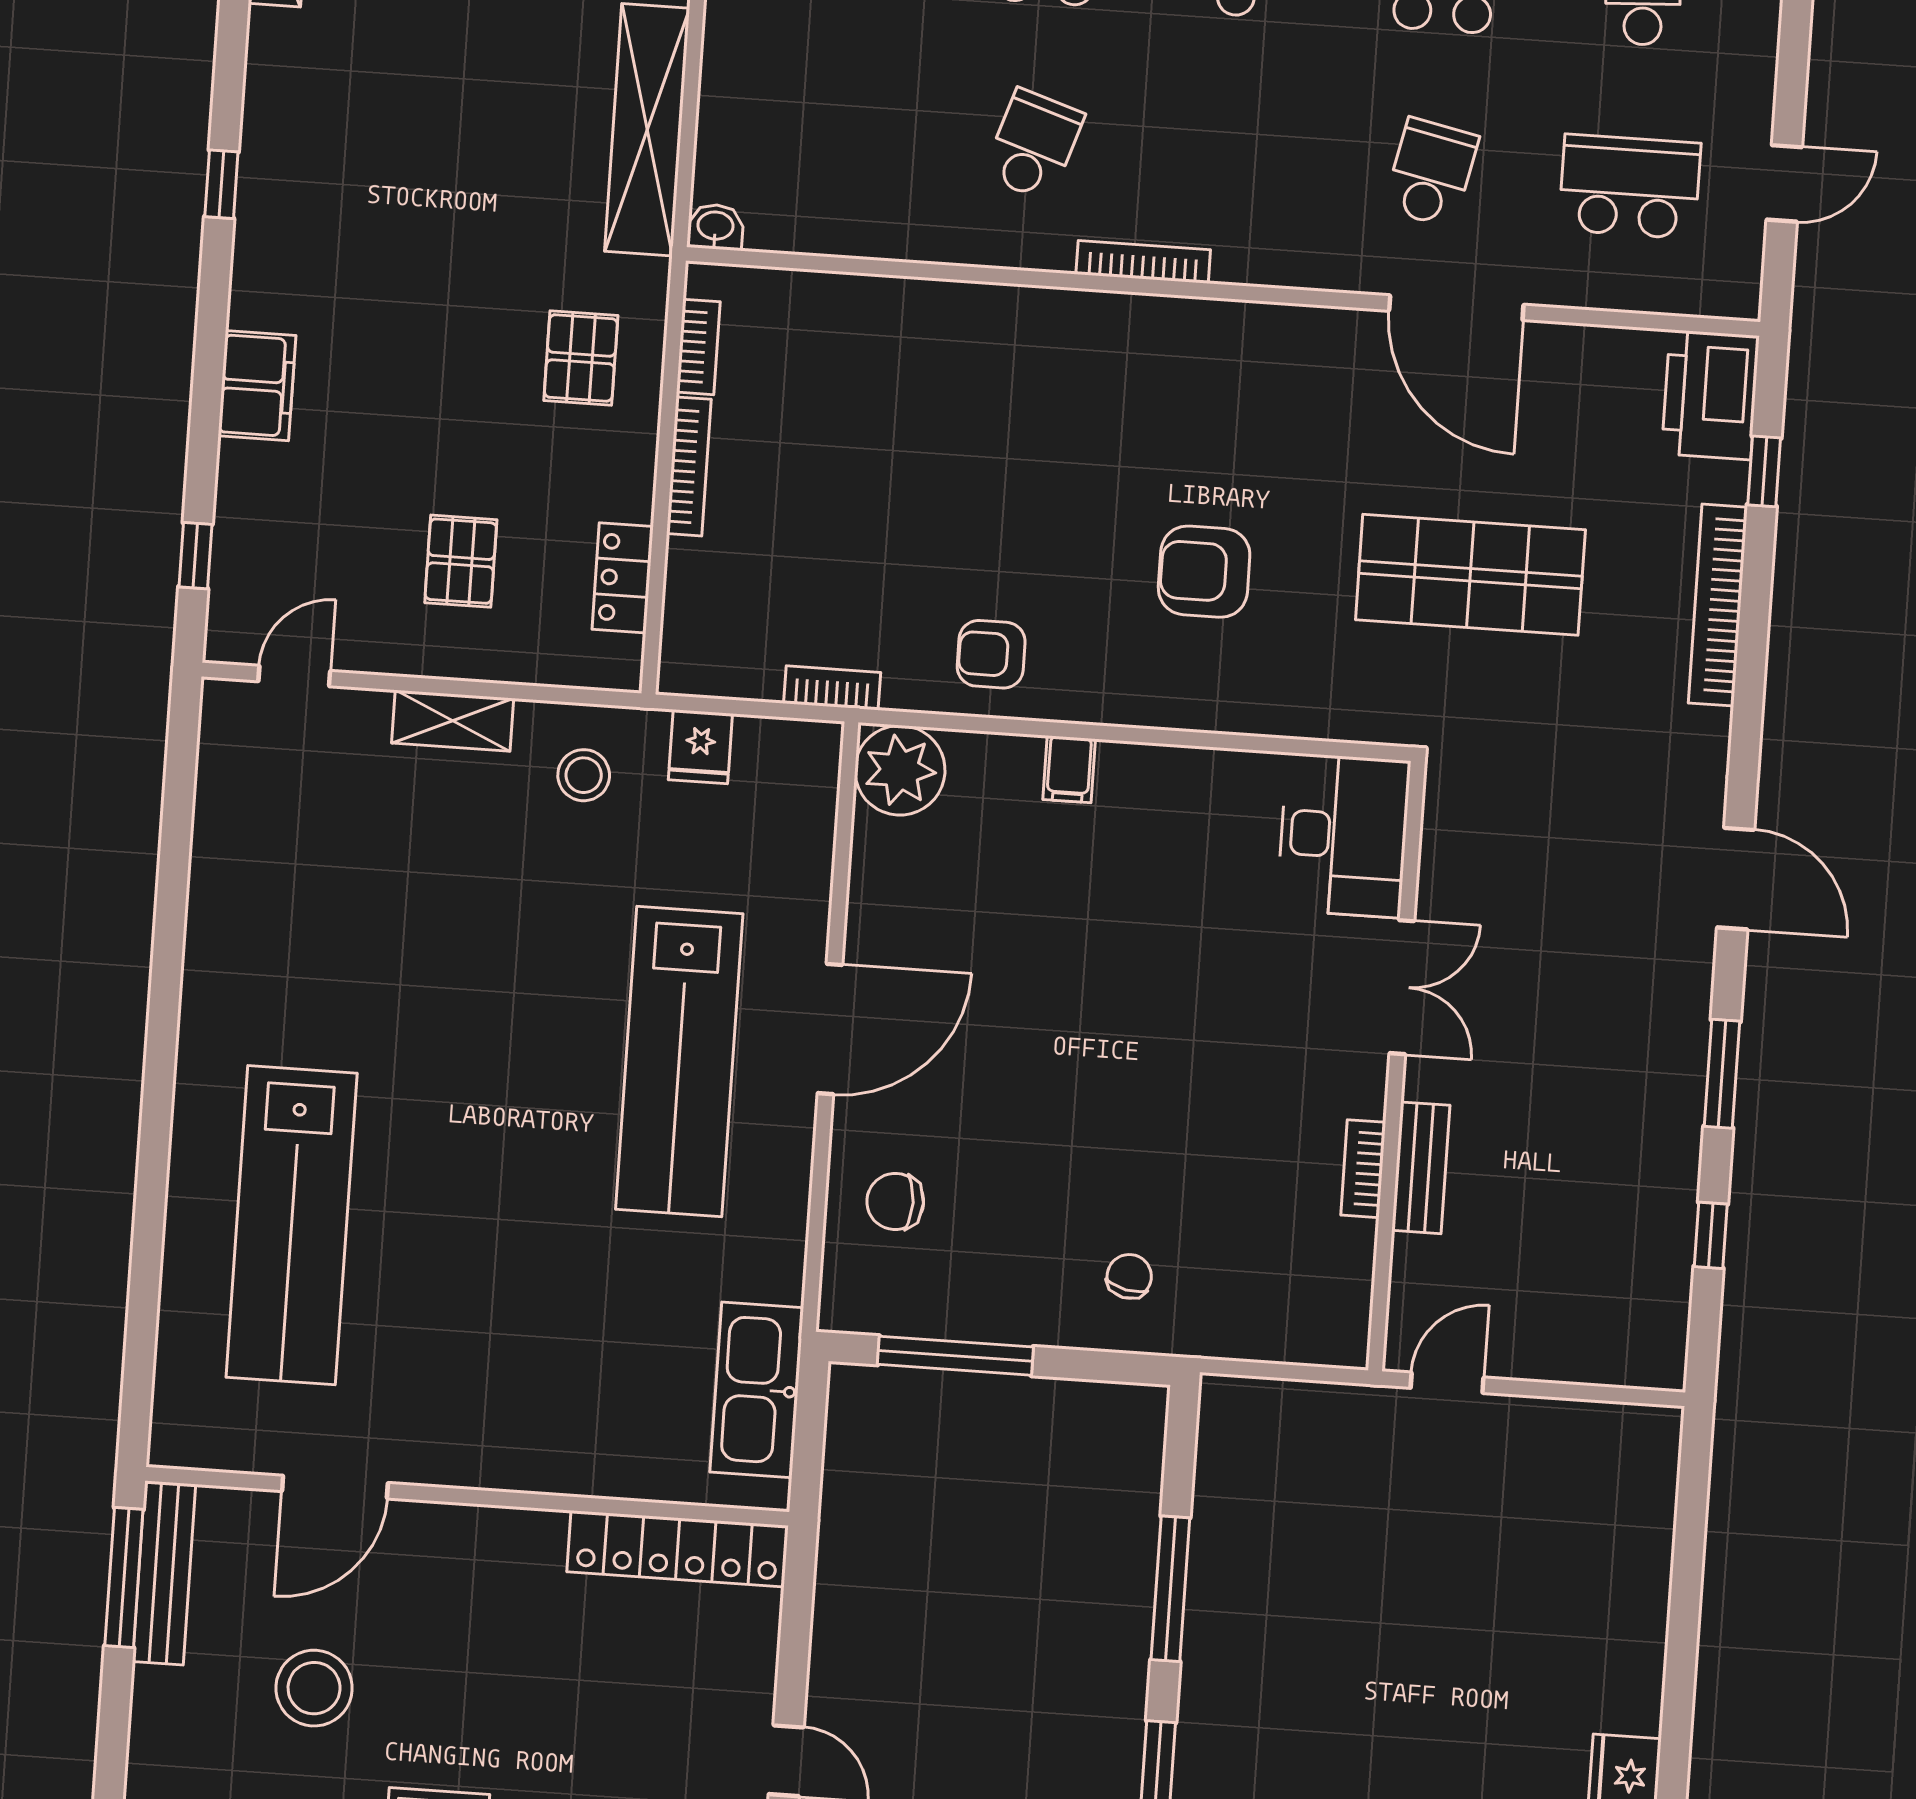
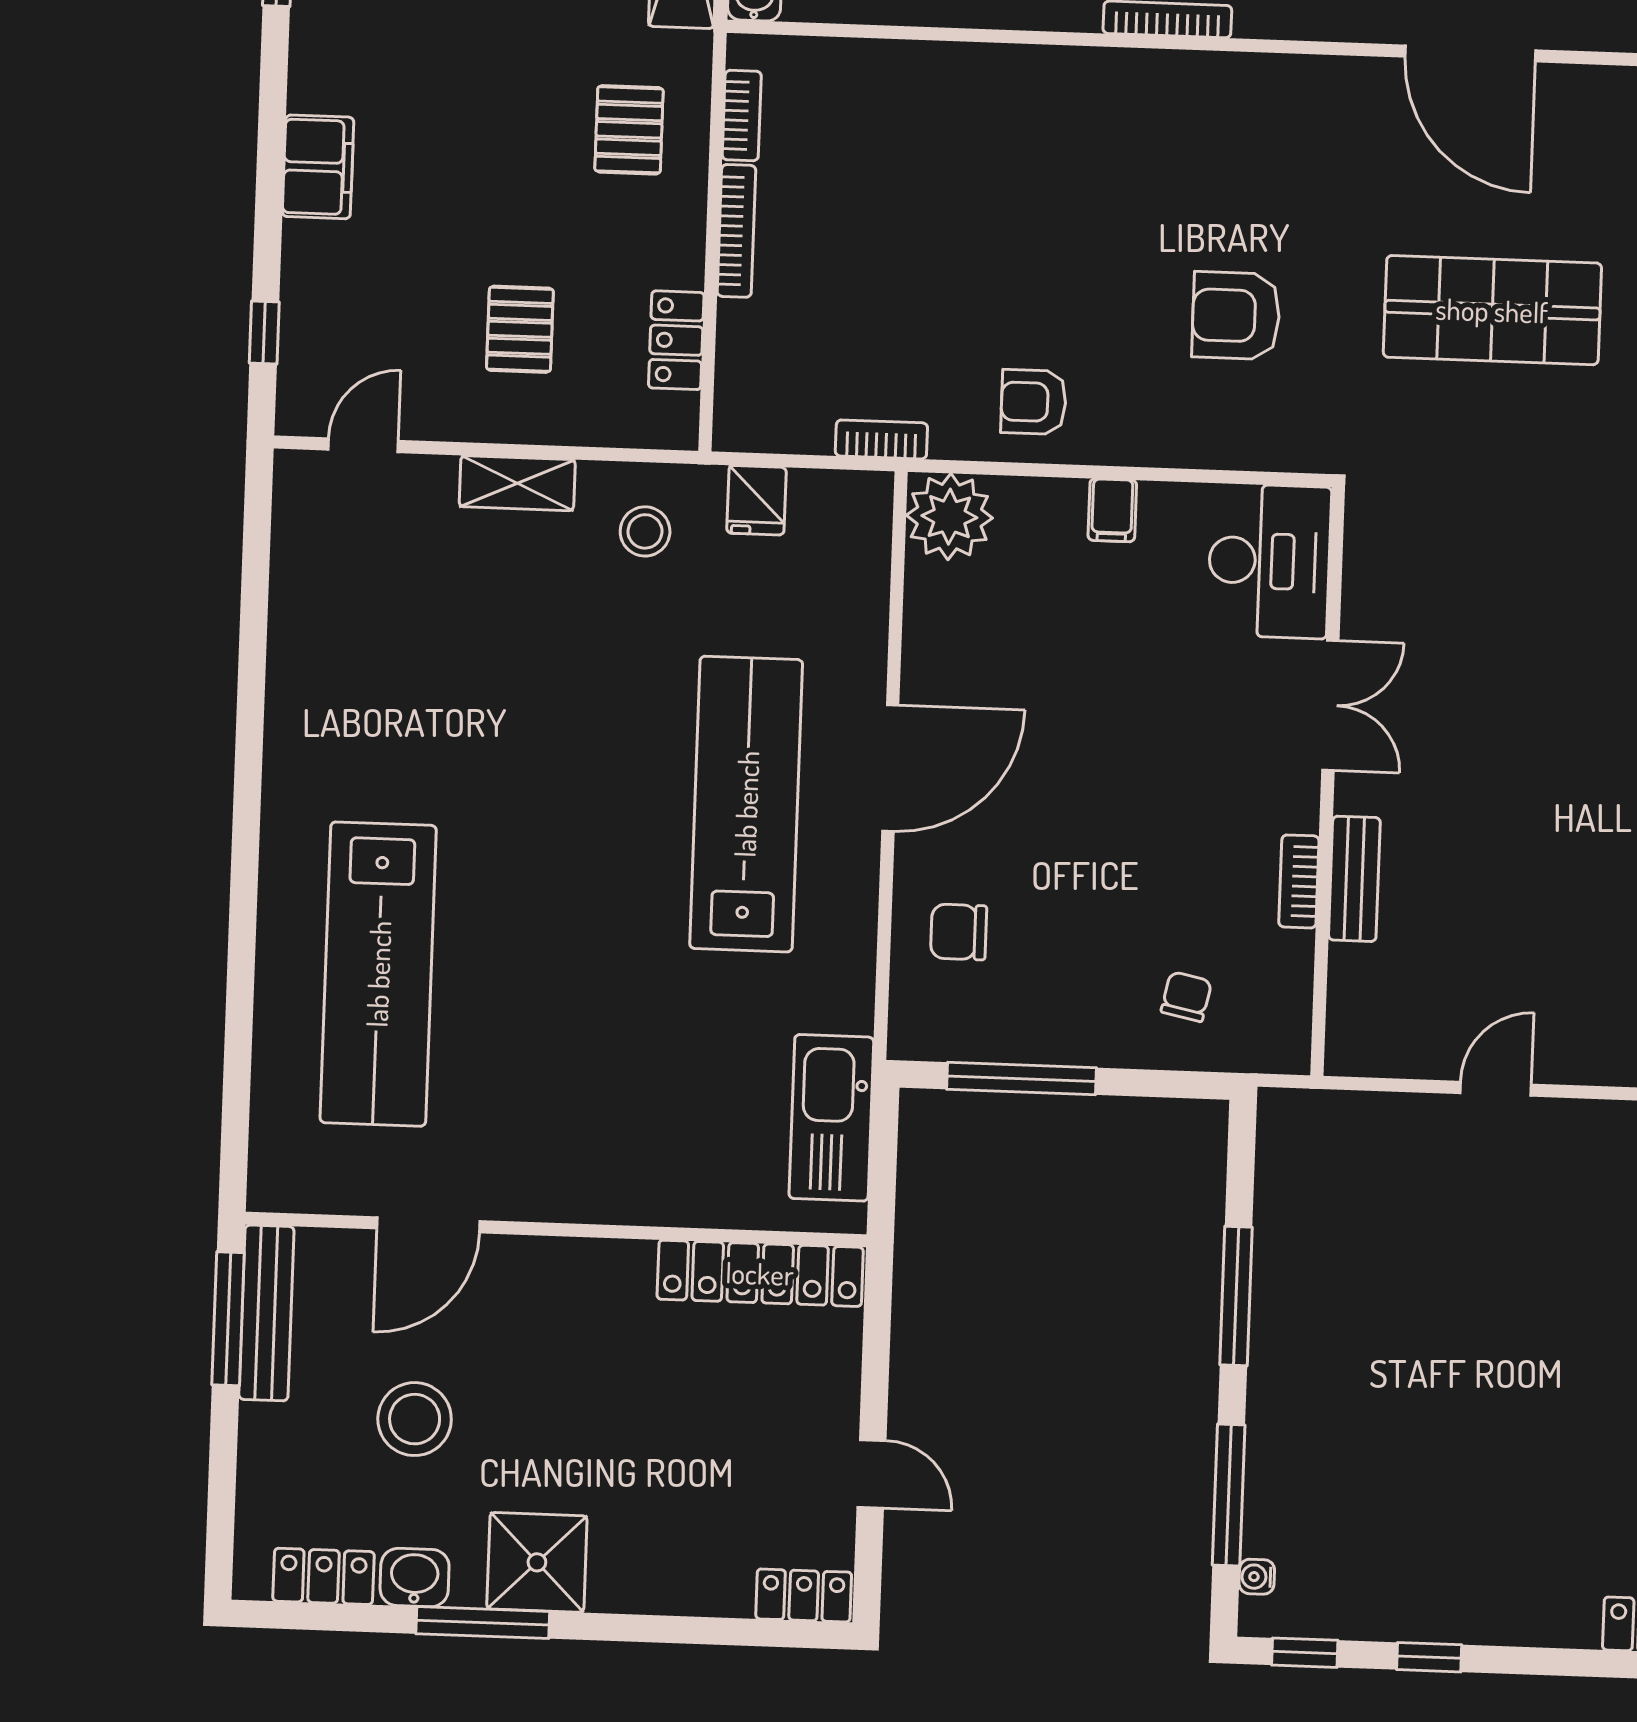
desk: (1344, 835) -> (1269, 561), moved
double door: (1402, 987) -> (1330, 705), moved
lab bench: (679, 1061) -> (746, 804), turned 180
wall: (1396, 1066) -> (1328, 782), moved
bench: (1421, 1168) -> (1354, 879), moved
bookcase: (1363, 1169) -> (1299, 881), moved

